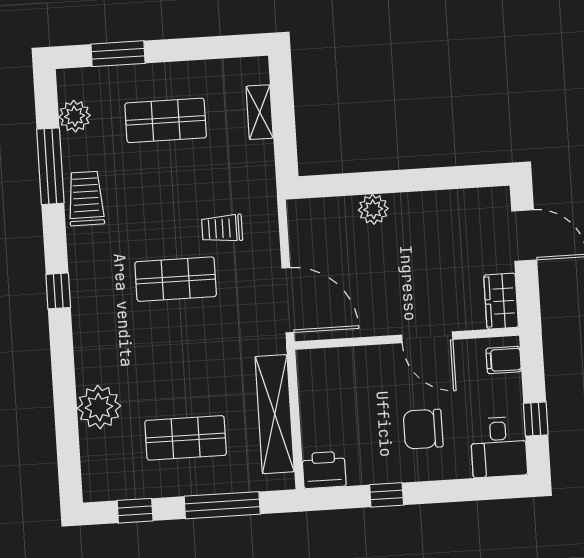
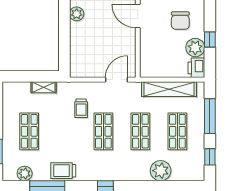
shelving: (260, 112) -> (44, 87), moved
plant: (373, 209) -> (77, 14), moved
door: (288, 300) -> (116, 80), width x0.73
door: (427, 337) -> (138, 16), swing flipped
shop shelf: (181, 359) -> (140, 131), added
plant: (367, 465) -> (195, 48), added

